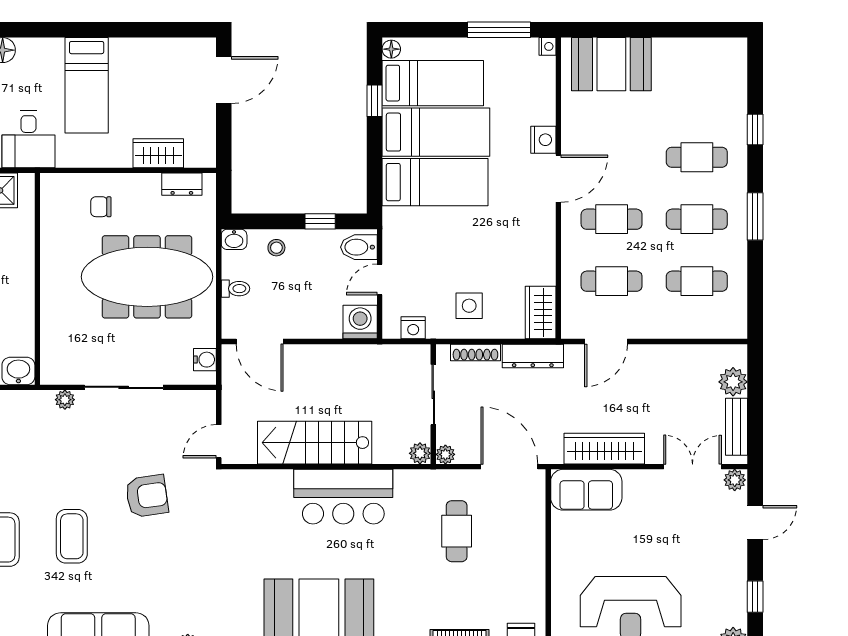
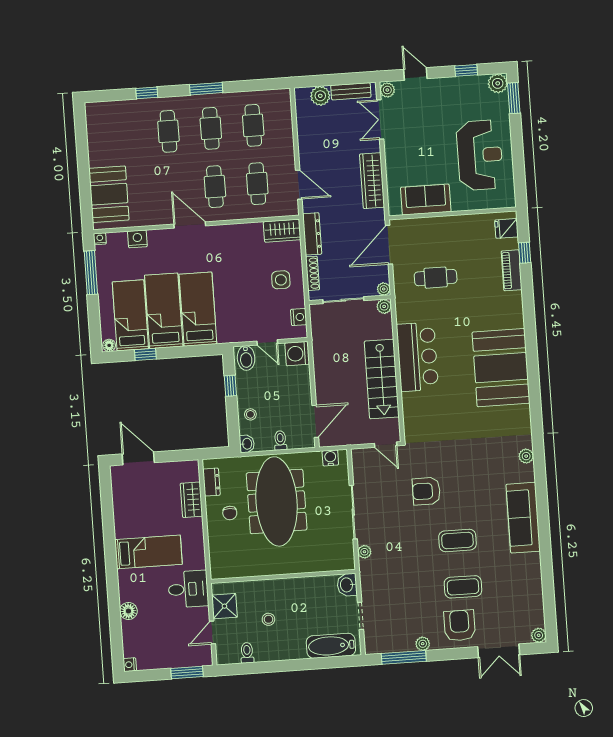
nightstand: (543, 140) -> (137, 239), moved
chair: (101, 207) -> (230, 513), moved
sofa: (586, 490) -> (426, 200), moved, turned -90
armchair: (147, 496) -> (426, 491), turned -82

